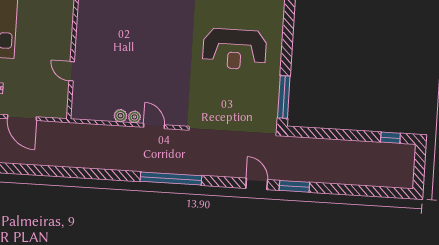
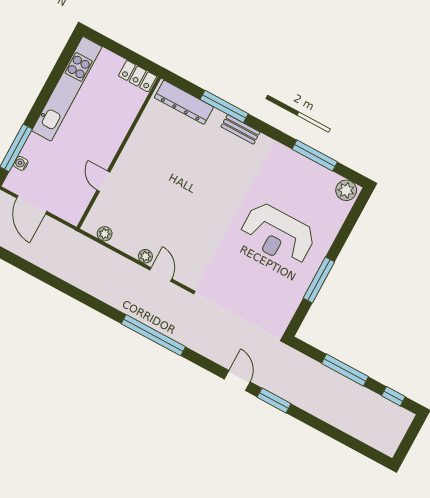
window: (284, 97) -> (319, 280), moved
plant: (120, 116) -> (105, 234), moved
window: (341, 135) -> (345, 370), added

